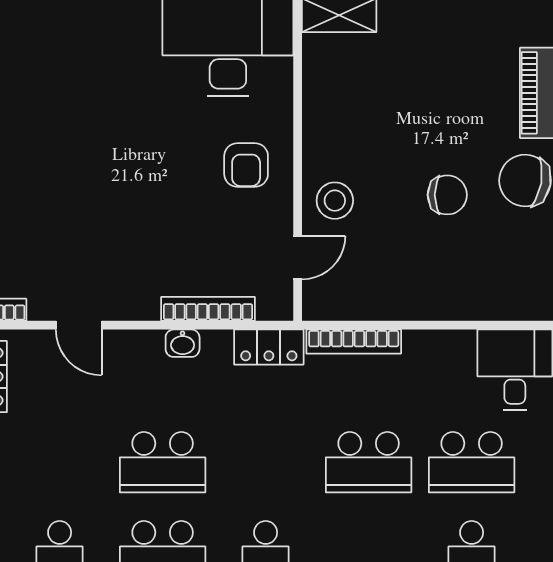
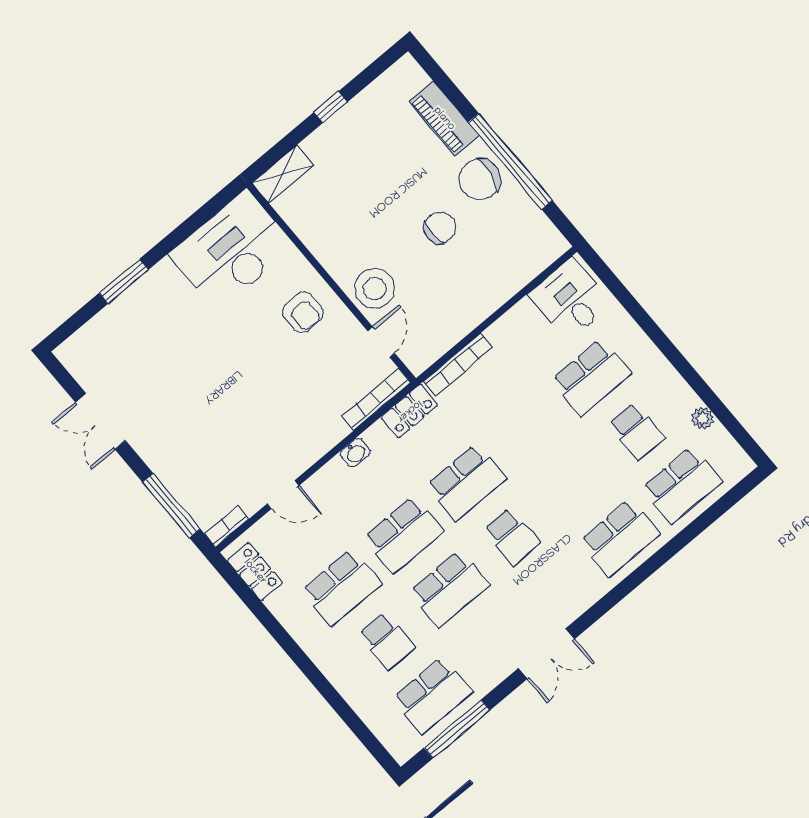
stool: (335, 201) -> (375, 289), width x1.38, depth x1.38
bookcase: (208, 309) -> (376, 399), moved
school desk: (60, 462) -> (341, 587), added
school desk: (369, 462) -> (466, 482), moved

